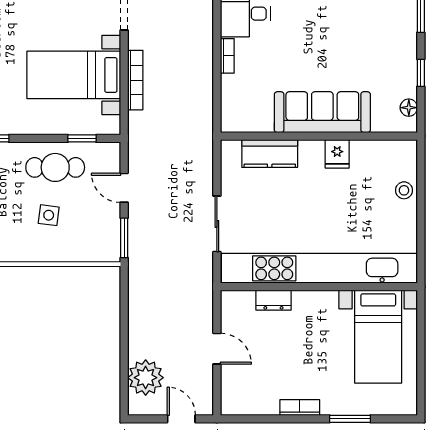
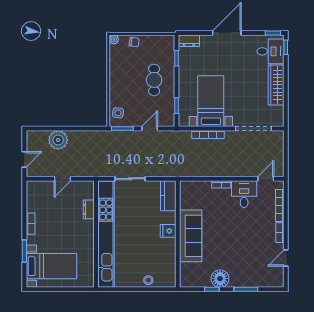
floor lamp: (409, 108) -> (220, 279), moved, width x1.89, depth x1.89
kitchen counter: (270, 153) -> (168, 196), moved
fridge: (337, 154) -> (168, 231), moved
cafe table: (55, 167) -> (154, 80), moved
side table: (49, 215) -> (118, 113), moved
bed with nightstands: (378, 337) -> (51, 266), moved, turned 180
plant: (146, 378) -> (58, 140), moved

